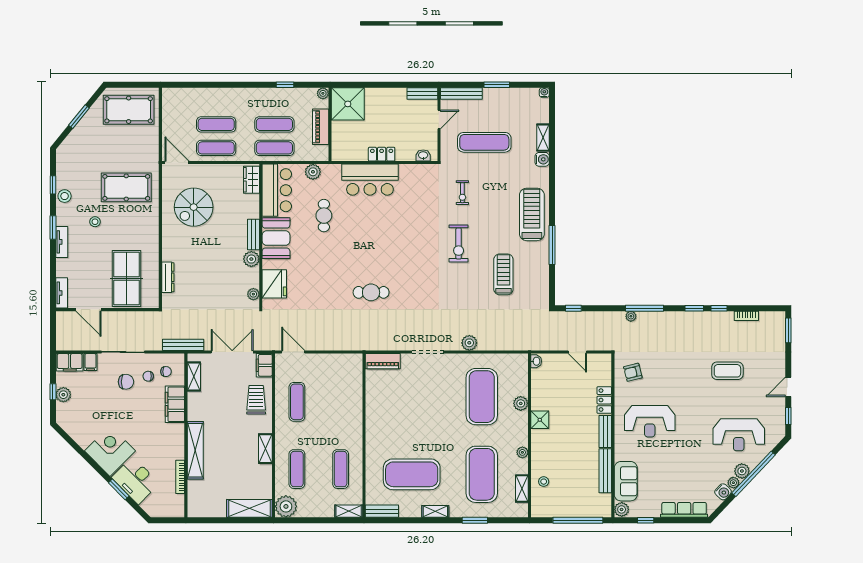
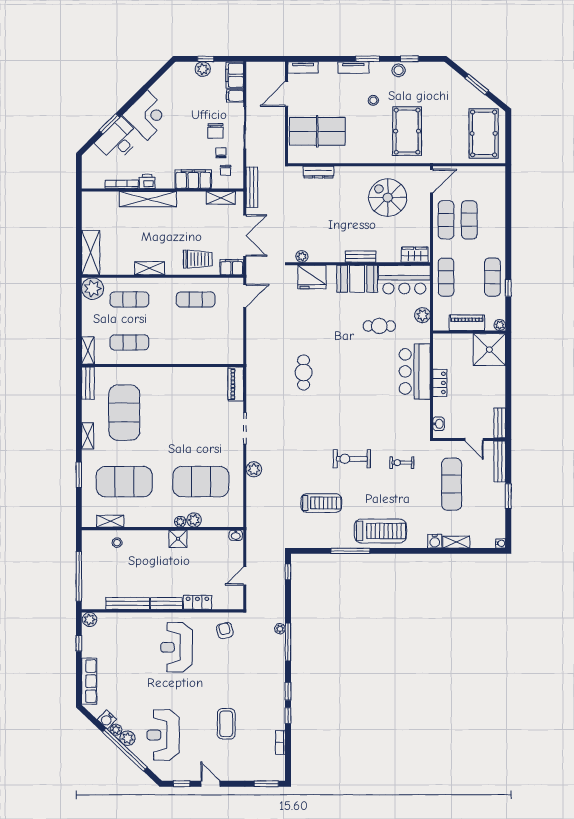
exercise mat: (274, 124) -> (492, 277), moved
plant: (251, 259) -> (336, 254), removed
printer: (177, 451) -> (147, 181), added
plant: (522, 452) -> (180, 522), moved
sofa: (626, 481) -> (117, 624), removed

